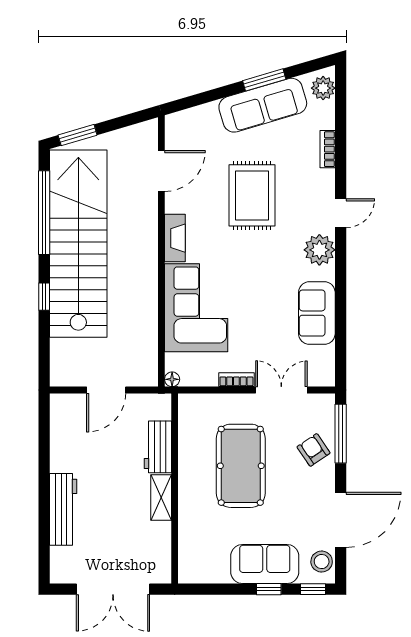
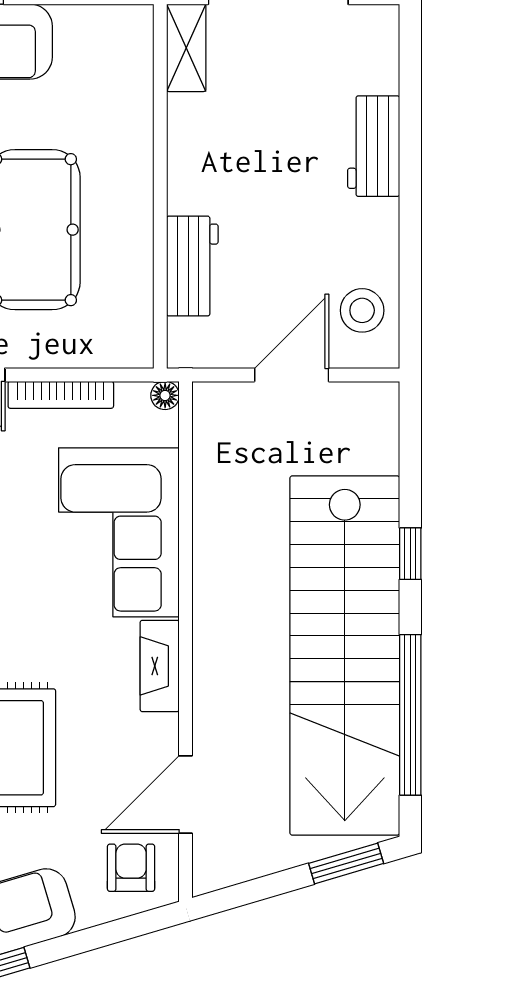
armchair: (190, 133) -> (131, 868), added
bookcase: (236, 380) -> (61, 395), width x1.56
stool: (69, 424) -> (362, 310), added
shelving: (161, 497) -> (186, 48), moved
workbench: (63, 509) -> (374, 146), width x0.73

